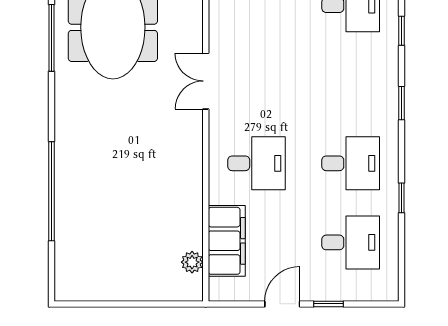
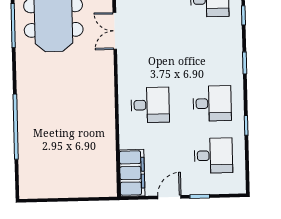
double door: (206, 81) -> (115, 31), moved
filing cabinet: (227, 241) -> (132, 173), moved
plant: (192, 262) -> (109, 171), removed

